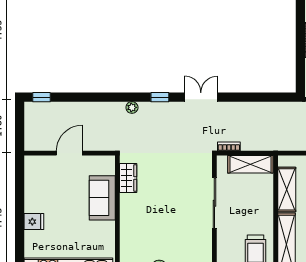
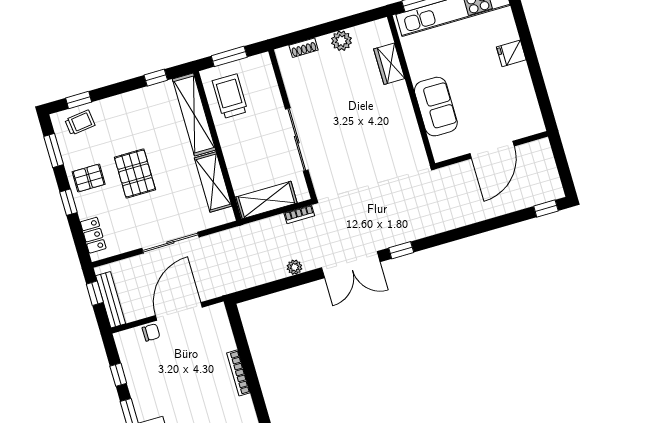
double door: (201, 97) -> (351, 265), width x1.37
plant: (132, 107) -> (294, 267), moved
door: (69, 153) -> (492, 150), width x1.36
wardrobe: (128, 178) -> (389, 64), moved

